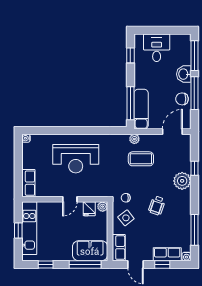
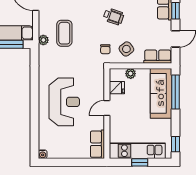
row of seats: (28, 183) -> (97, 144), moved, turned -90
door: (70, 199) -> (107, 108), swing flipped
plant: (103, 207) -> (131, 74), moved
sofa: (90, 251) -> (161, 93), width x1.36
window: (46, 264) -> (175, 144), moved

